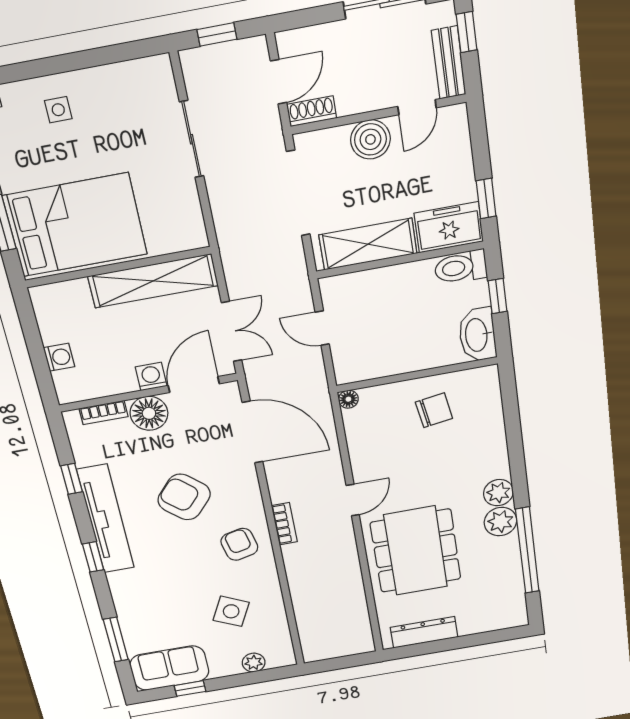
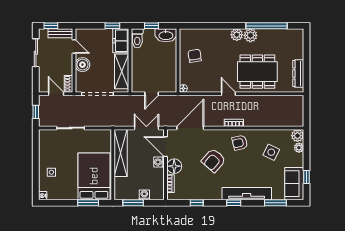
window: (32, 334) -> (133, 203), added
tv unit: (106, 519) -> (247, 194), moved
plant: (281, 655) -> (297, 136), added

